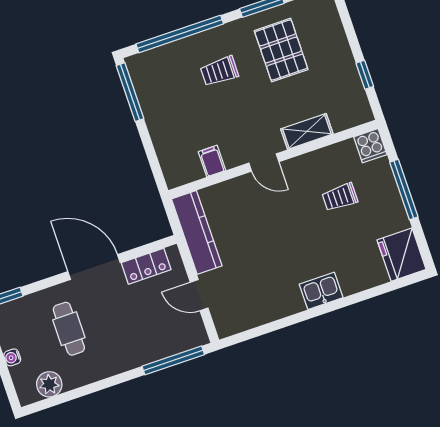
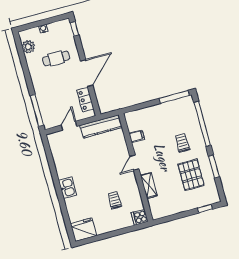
pallet: (281, 50) -> (191, 175), turned 90
window: (365, 75) -> (205, 209), moved
window: (404, 189) -> (116, 233), removed

